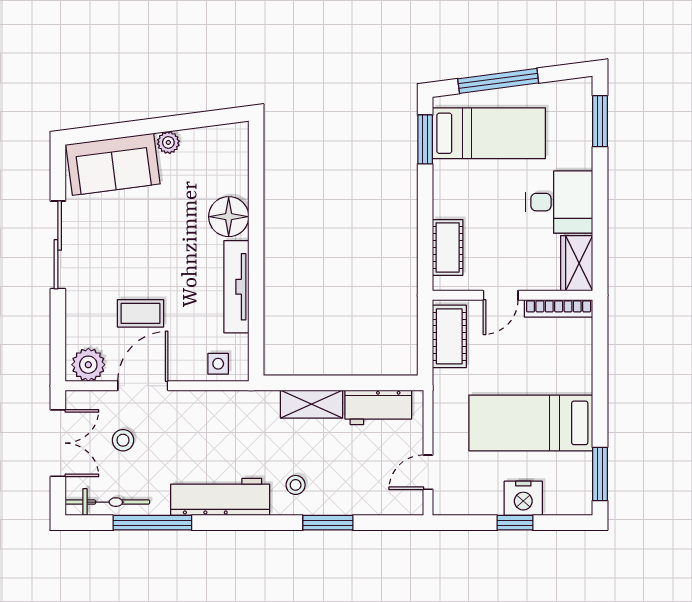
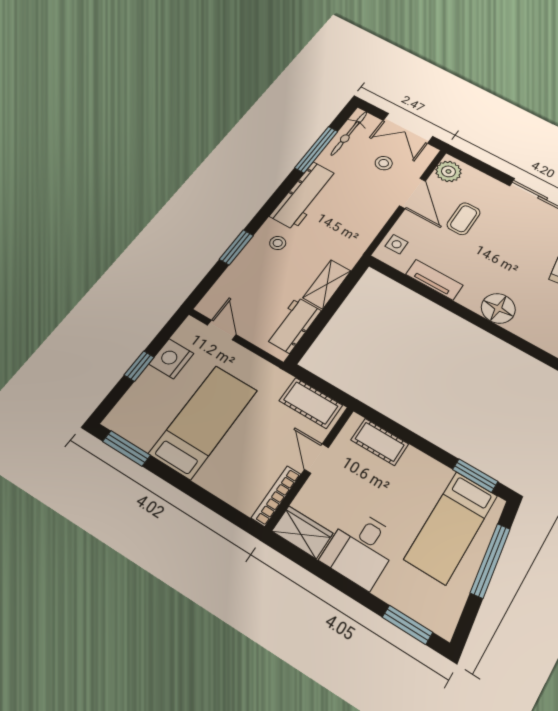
tv unit: (236, 287) -> (434, 280), width x0.71
nightstand: (523, 498) -> (171, 359), moved

